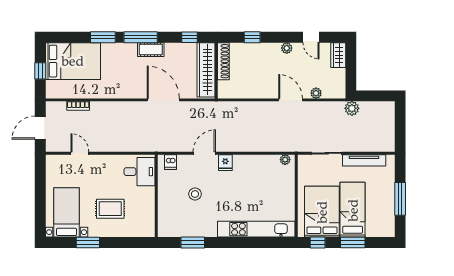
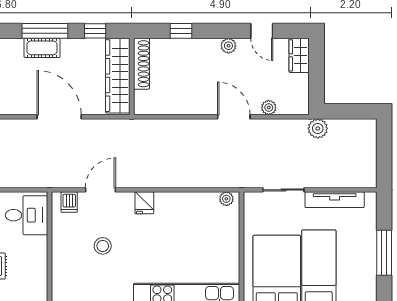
window: (141, 37) -> (45, 31), moved
door: (204, 153) -> (101, 190), moved

